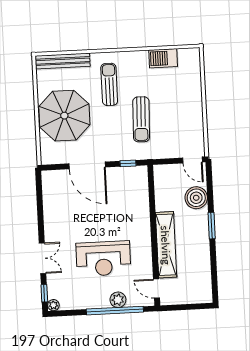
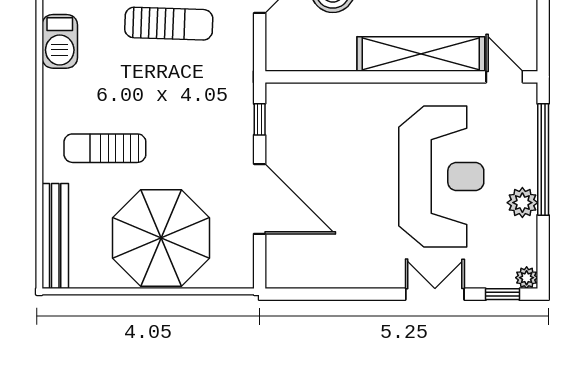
sun lounger: (141, 119) -> (169, 24), moved
door: (87, 165) -> (260, 199), hinge flipped
reception desk: (103, 258) -> (441, 176), width x1.36, depth x1.30
door: (156, 288) -> (504, 77), swing flipped
plant: (118, 300) -> (522, 203), moved

